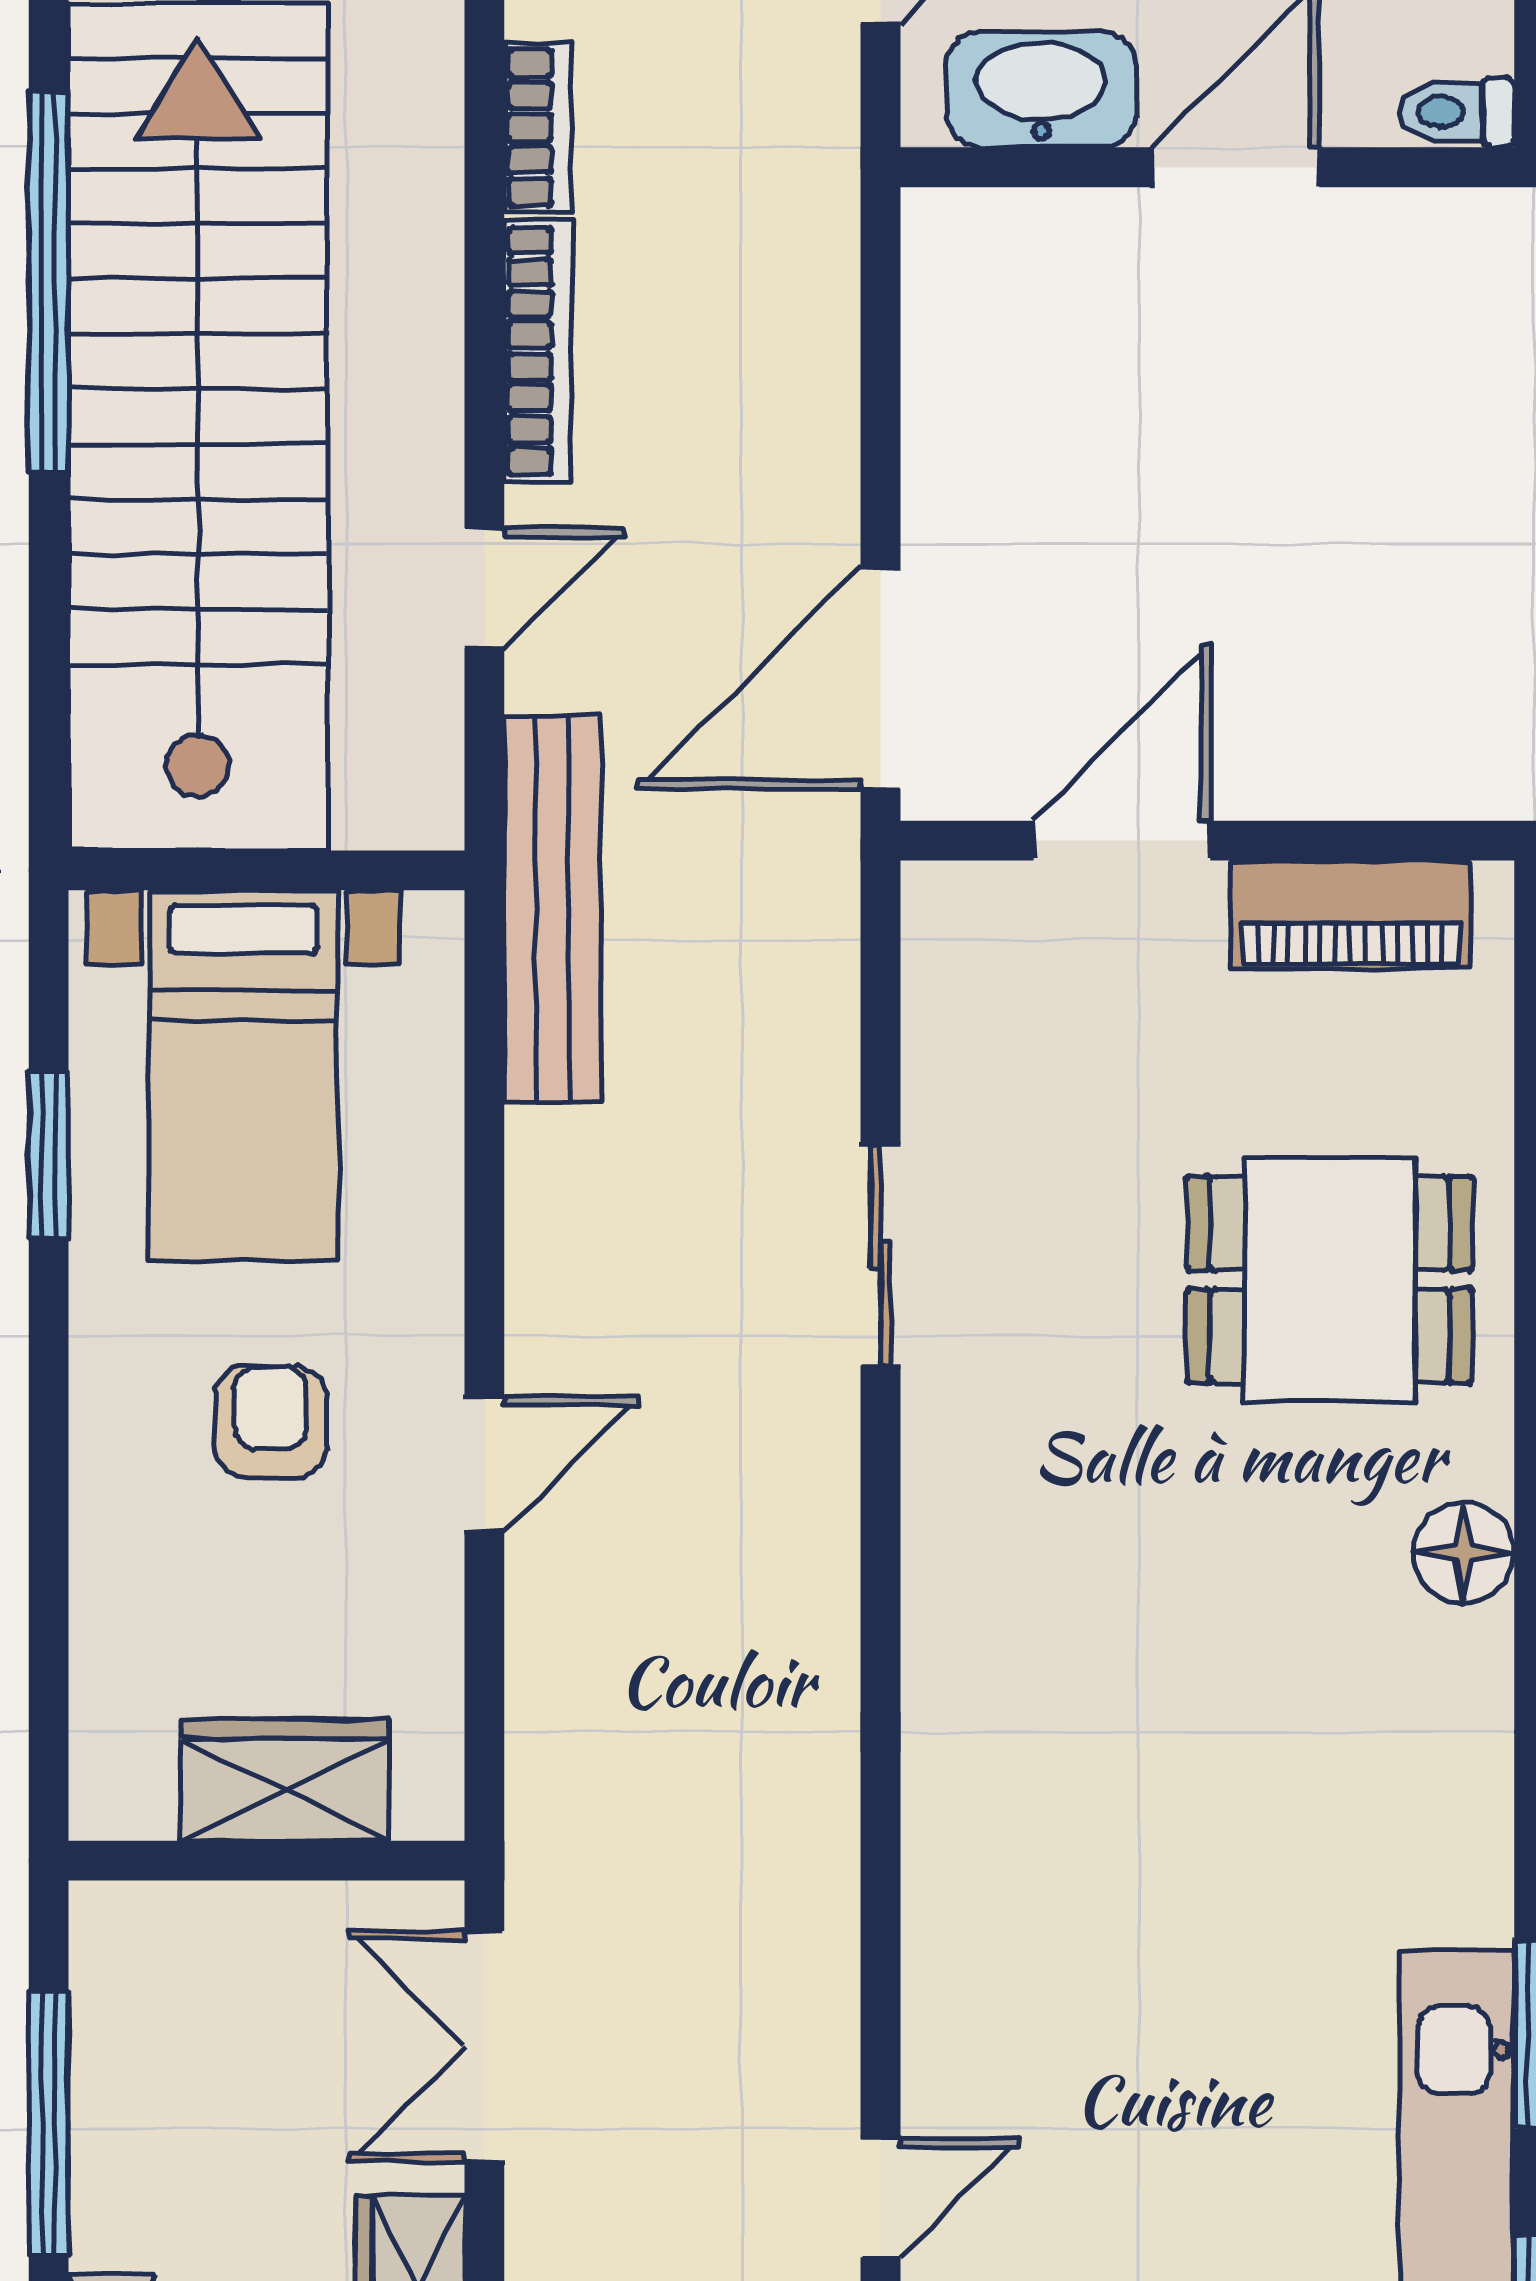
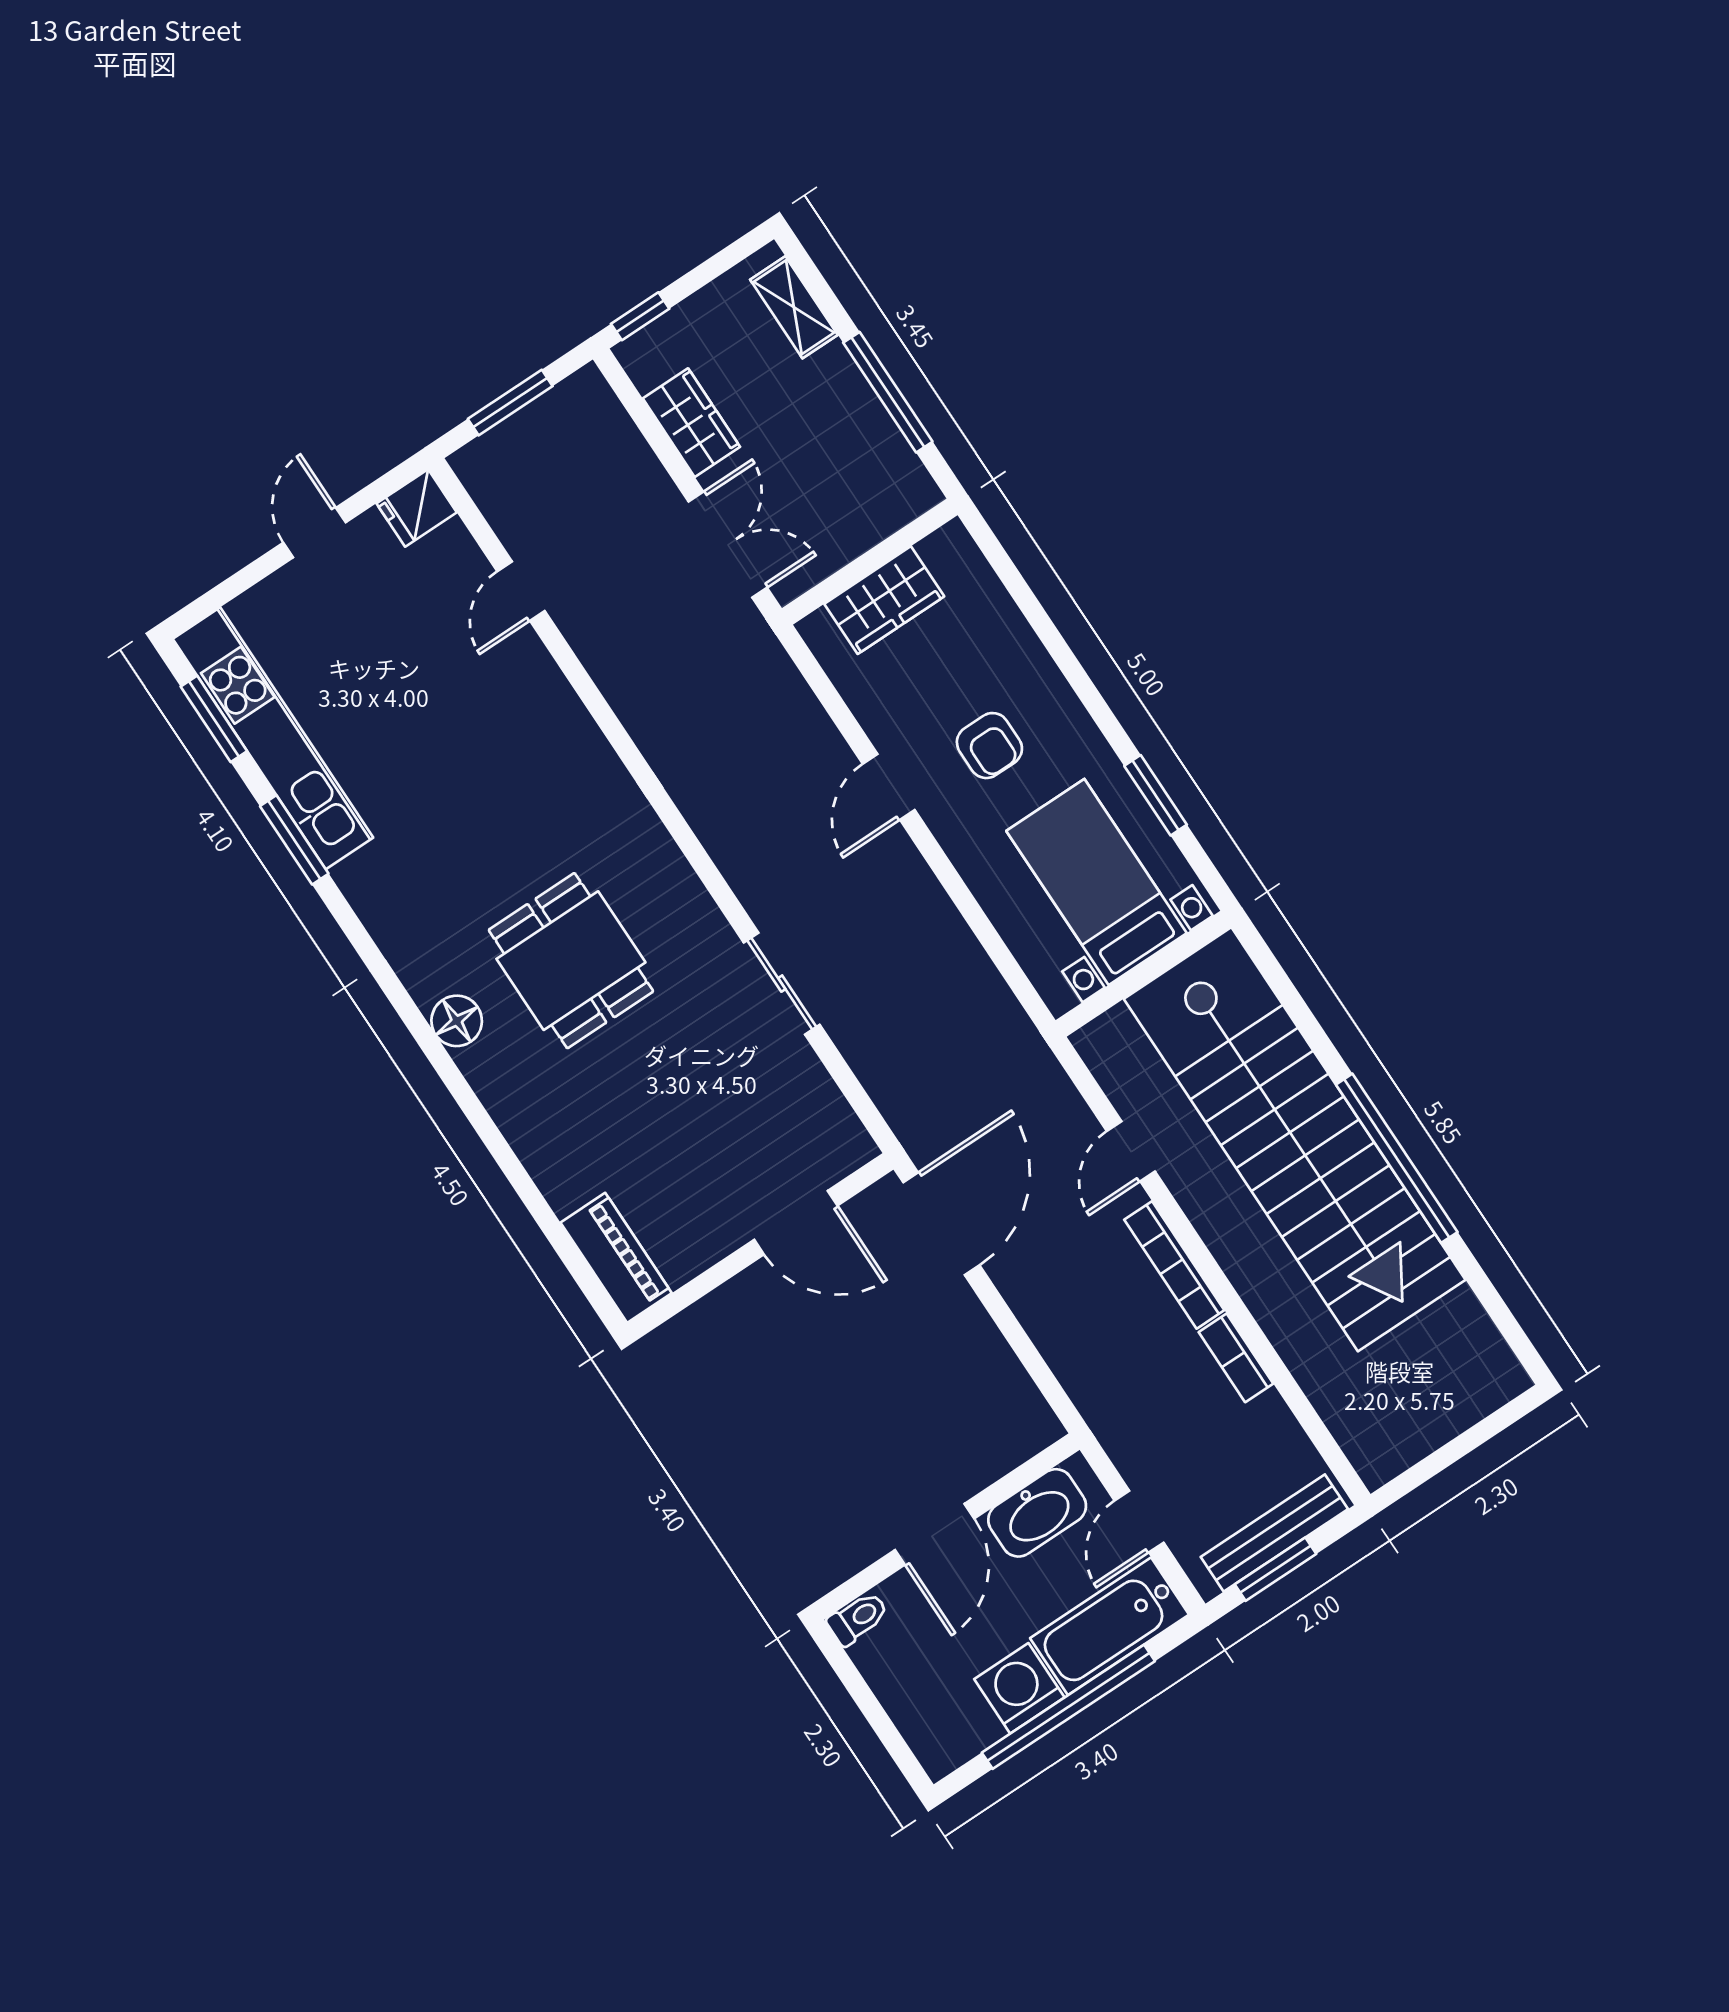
door: (1122, 841) -> (796, 1223), hinge flipped
bench: (552, 909) -> (1014, 1037), removed
piano: (1350, 914) -> (616, 1258), moved, turned 90
dining table: (1329, 1280) -> (571, 961), moved, turned 90

